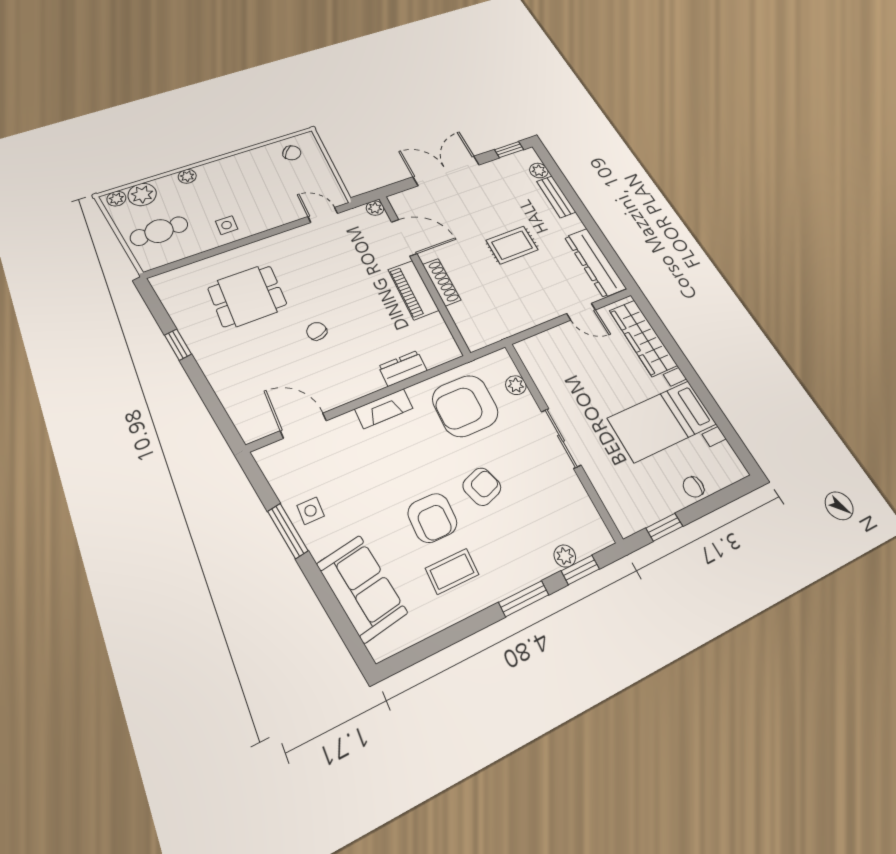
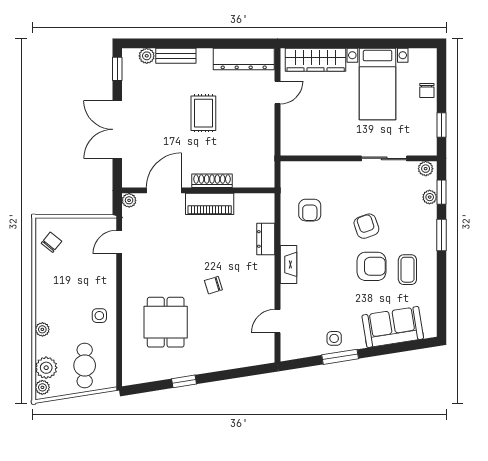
plant: (516, 385) -> (426, 169), moved
armchair: (465, 406) -> (310, 210), width x0.53, depth x0.53
door: (303, 426) -> (277, 321), width x0.73
sliding door: (561, 438) -> (384, 158), moved

